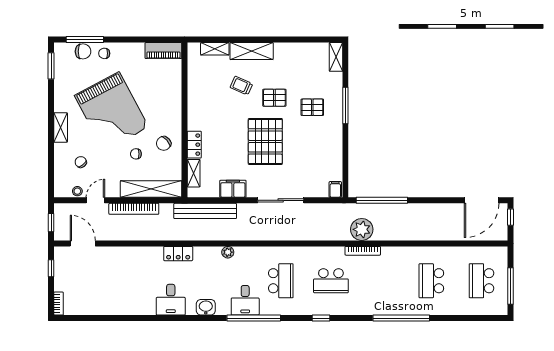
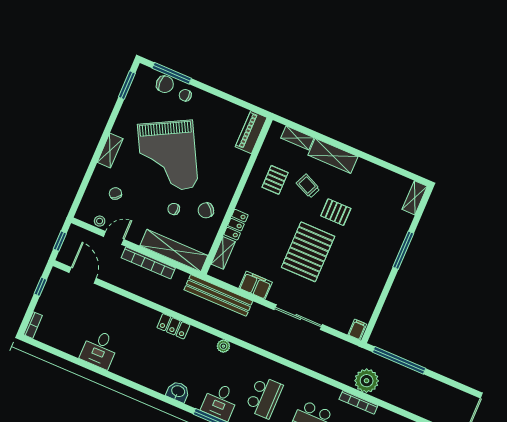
piano: (163, 51) -> (251, 132), moved, turned 90
pallet: (312, 107) -> (275, 180), moved, turned 90
desk: (171, 300) -> (100, 349), moved

